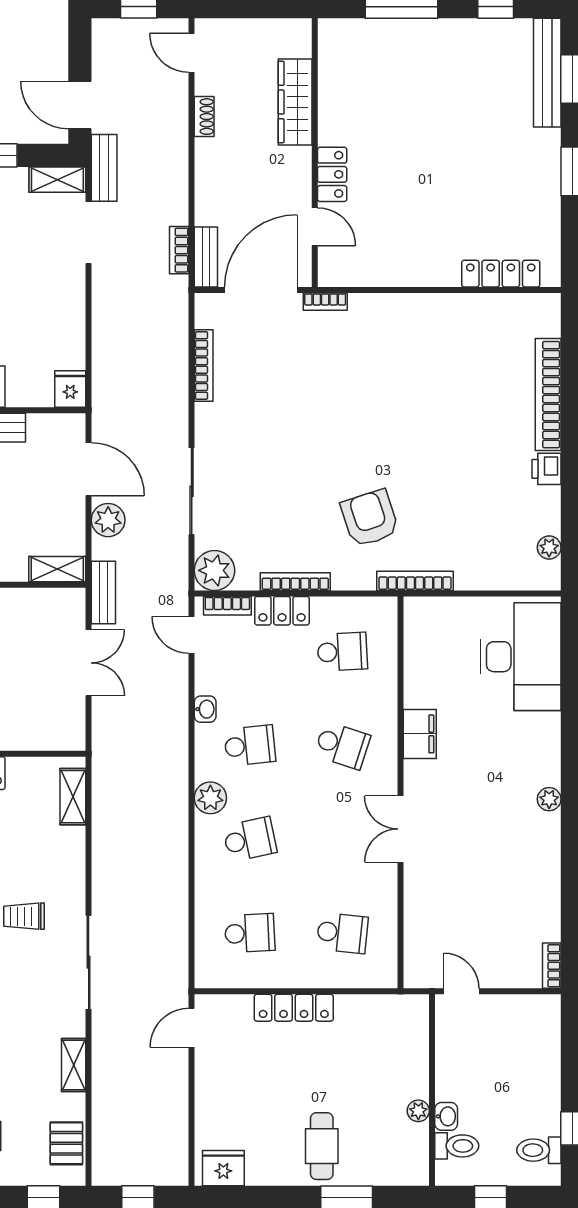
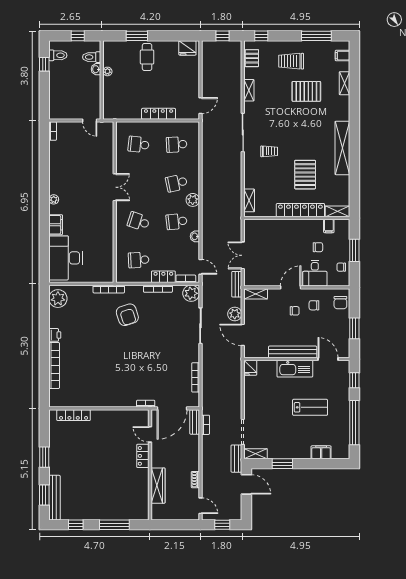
plant: (549, 547) -> (58, 299), width x1.87, depth x1.87
filing cabinet: (420, 734) -> (56, 225), moved, turned 180

